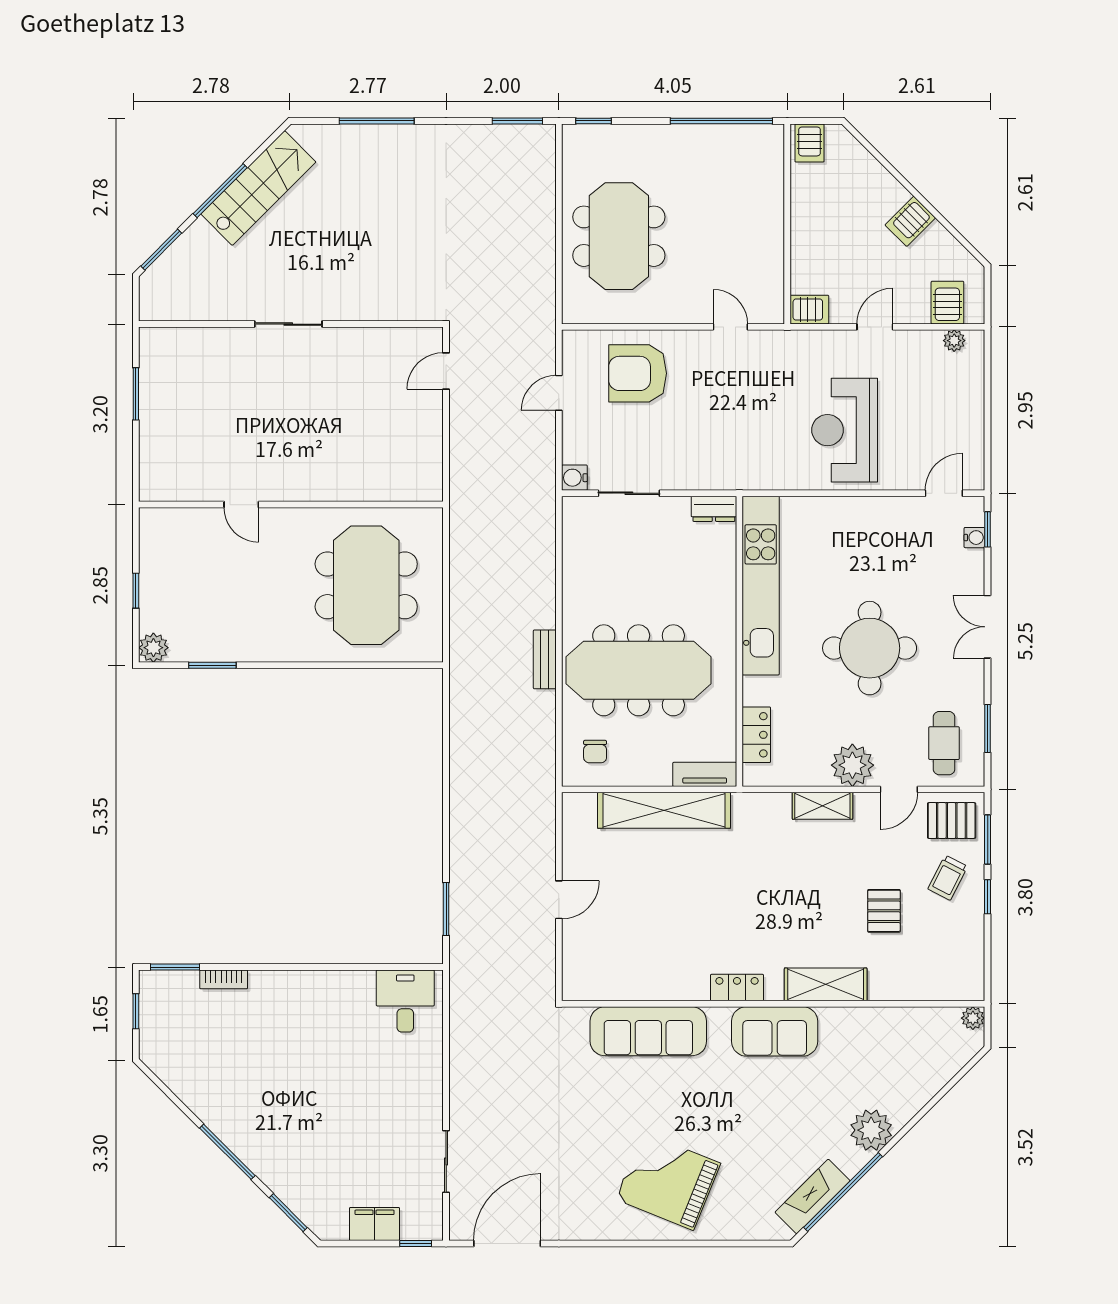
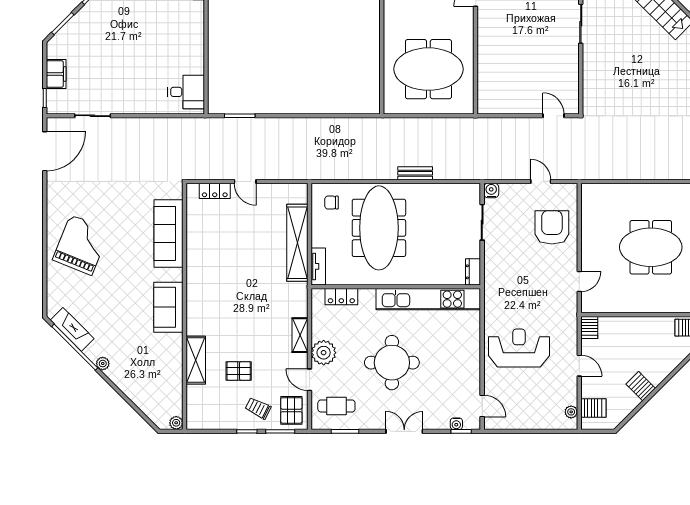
meeting table: (619, 236) -> (651, 247), moved
bench: (545, 659) -> (415, 173), moved
shelving: (826, 984) -> (196, 360), moved
locker: (737, 988) -> (215, 191), moved, turned 90
plant: (871, 1130) -> (103, 364), width x0.53, depth x0.53
door: (507, 1243) -> (45, 151), hinge flipped

